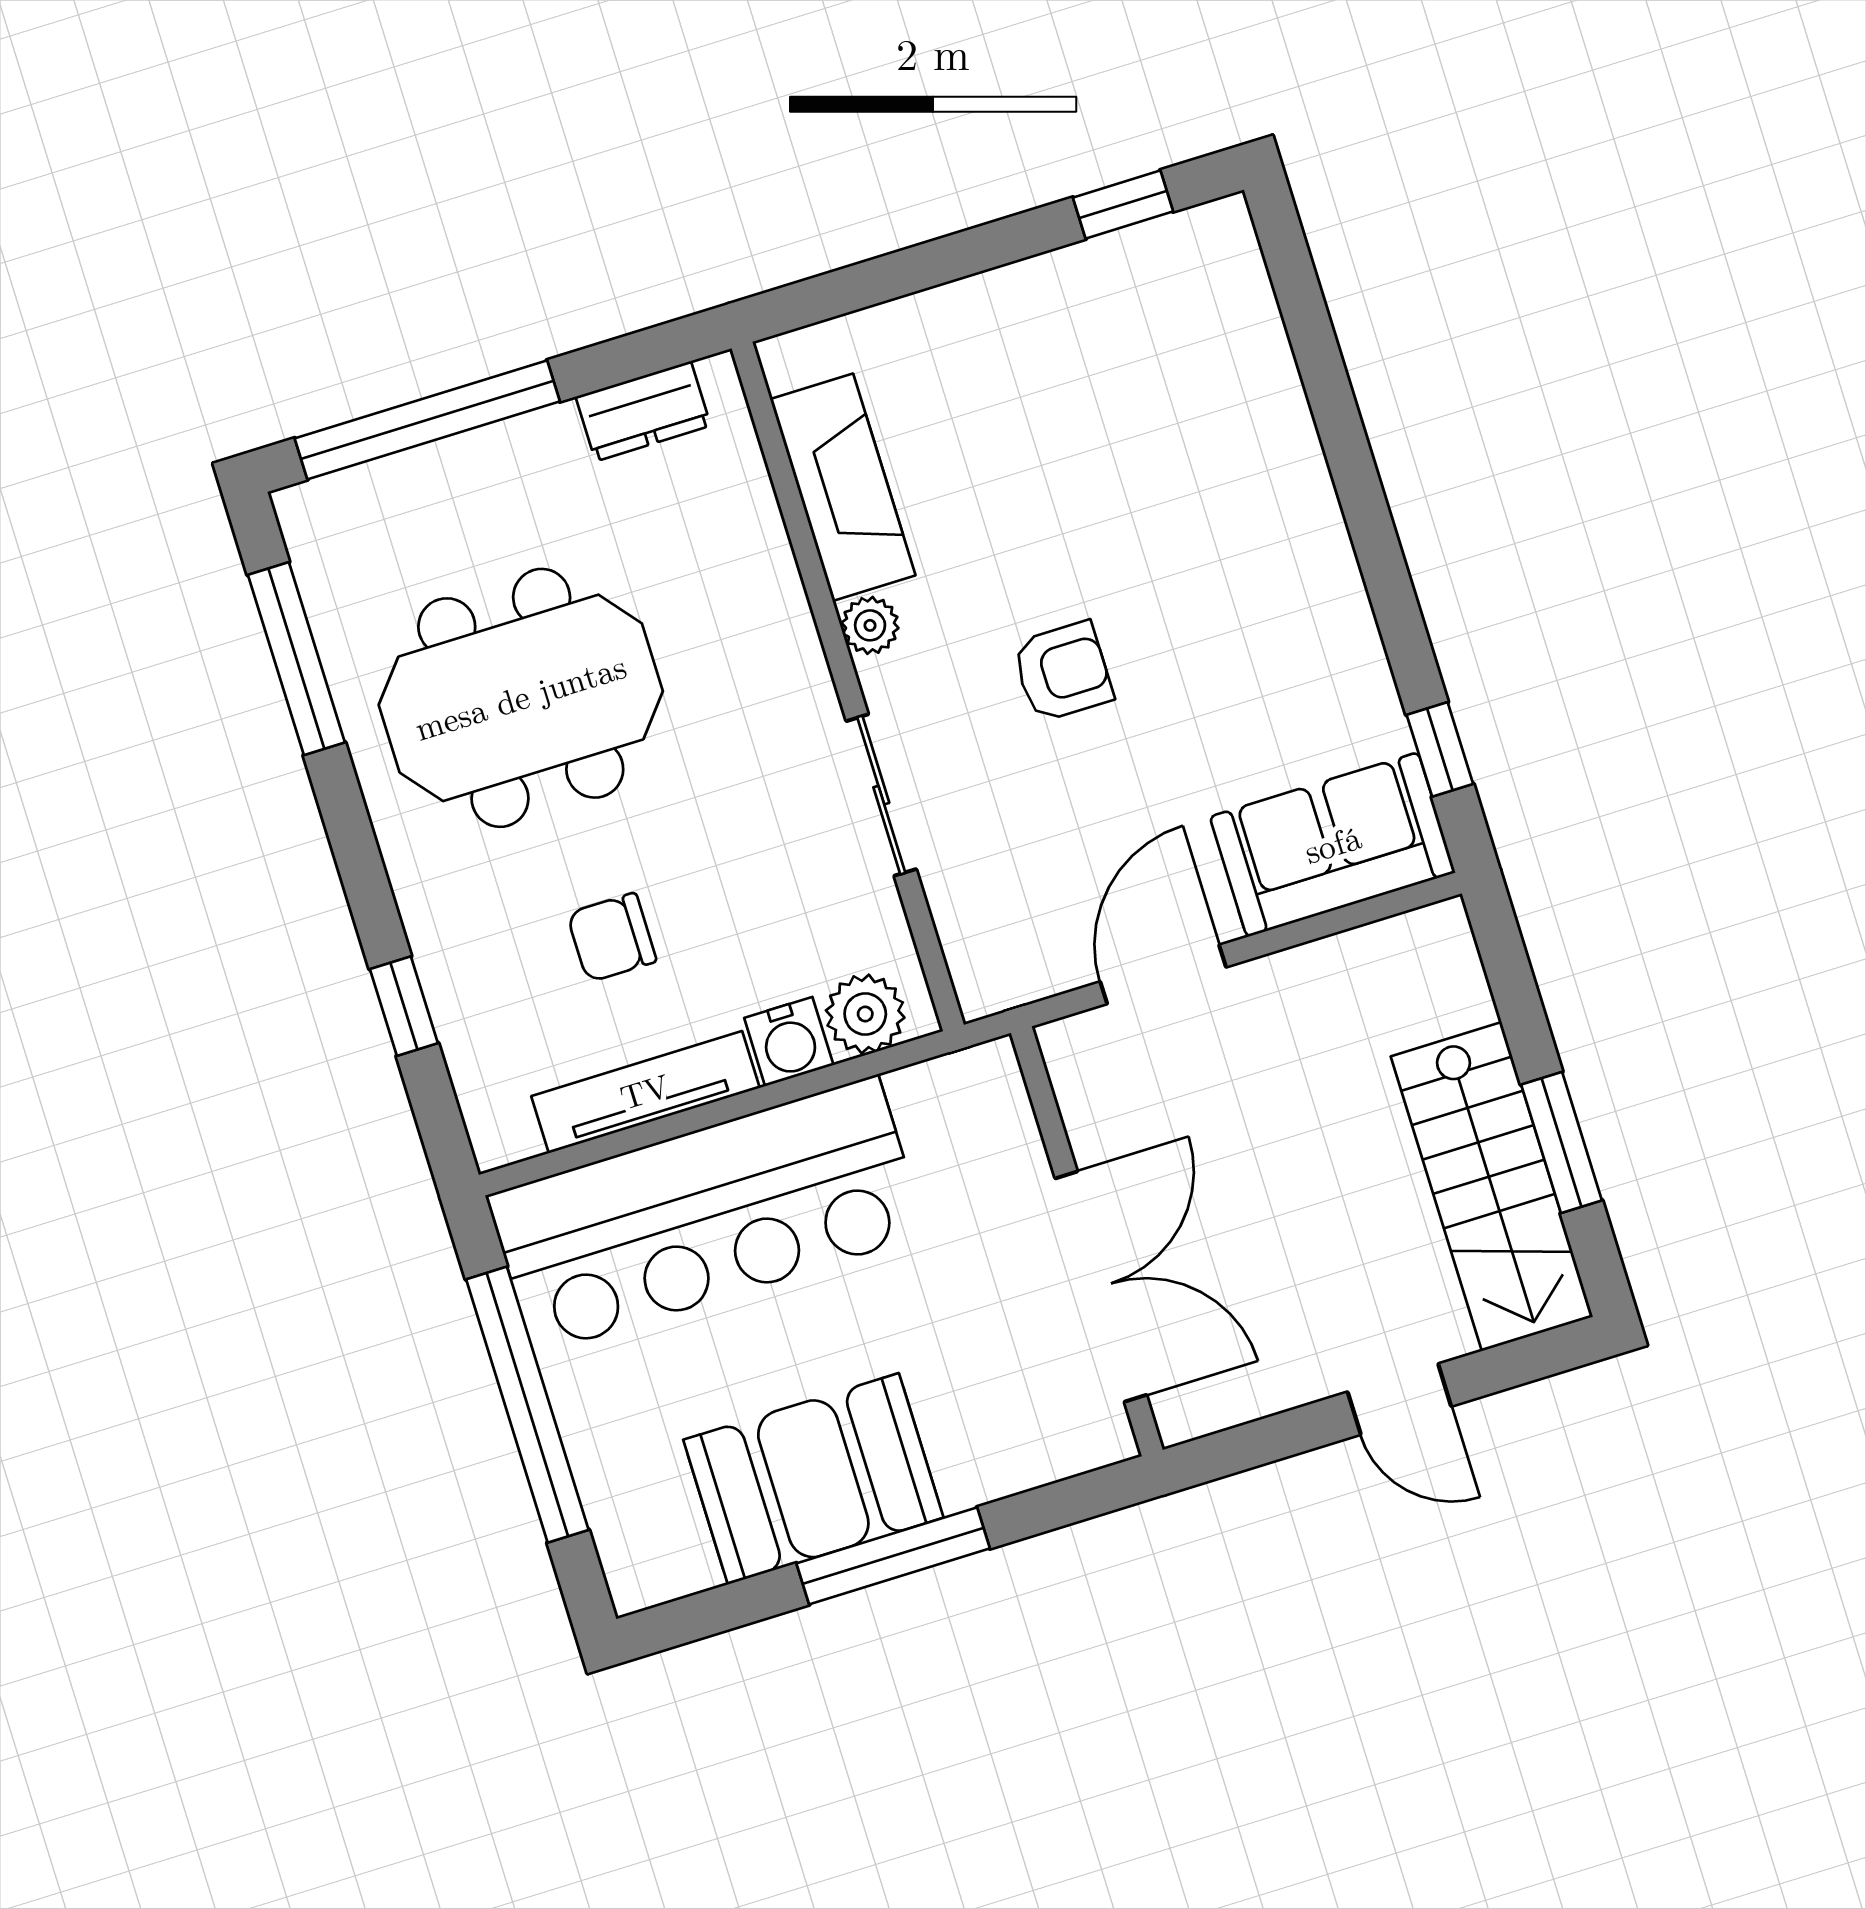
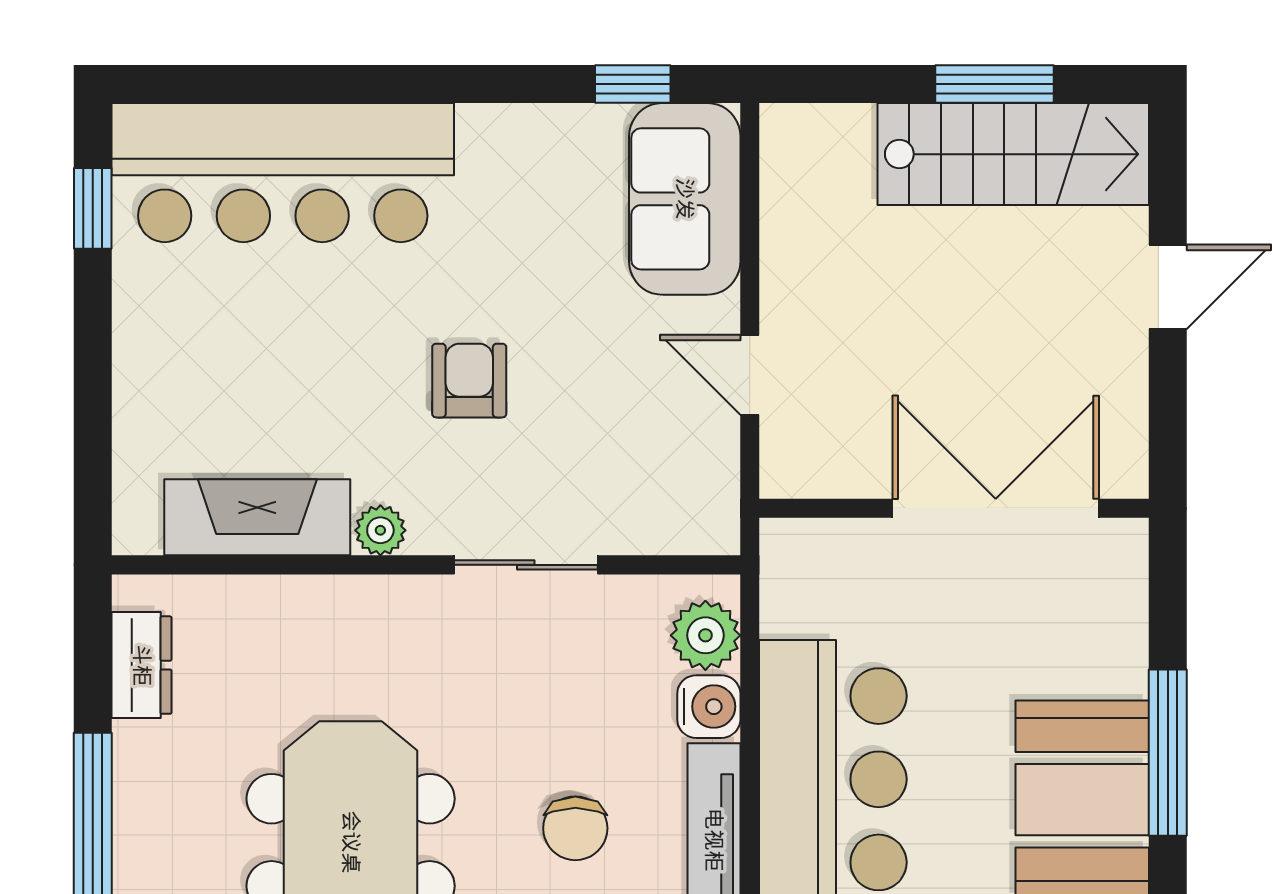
bar counter: (1226, 399) -> (283, 173), added
door: (1163, 974) -> (750, 375), width x0.73

